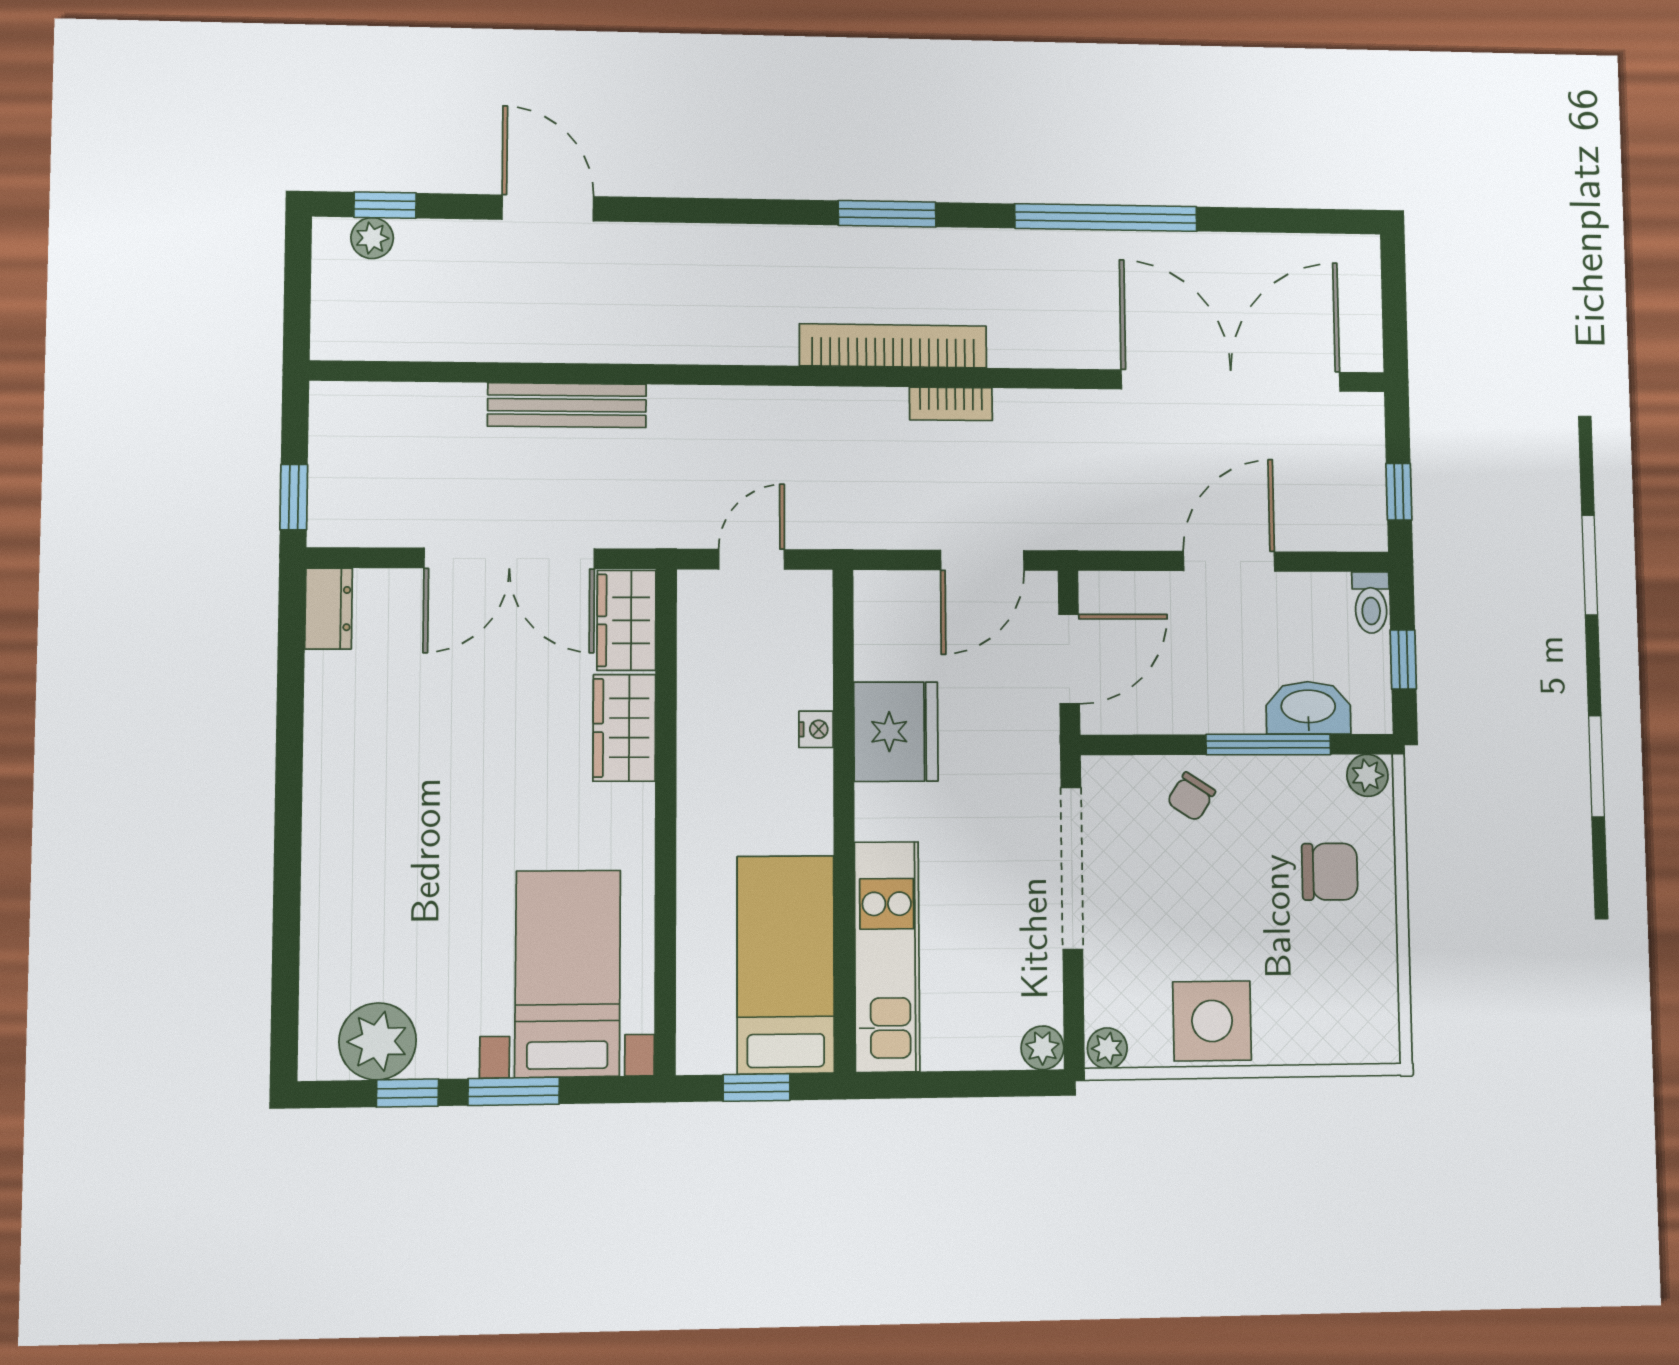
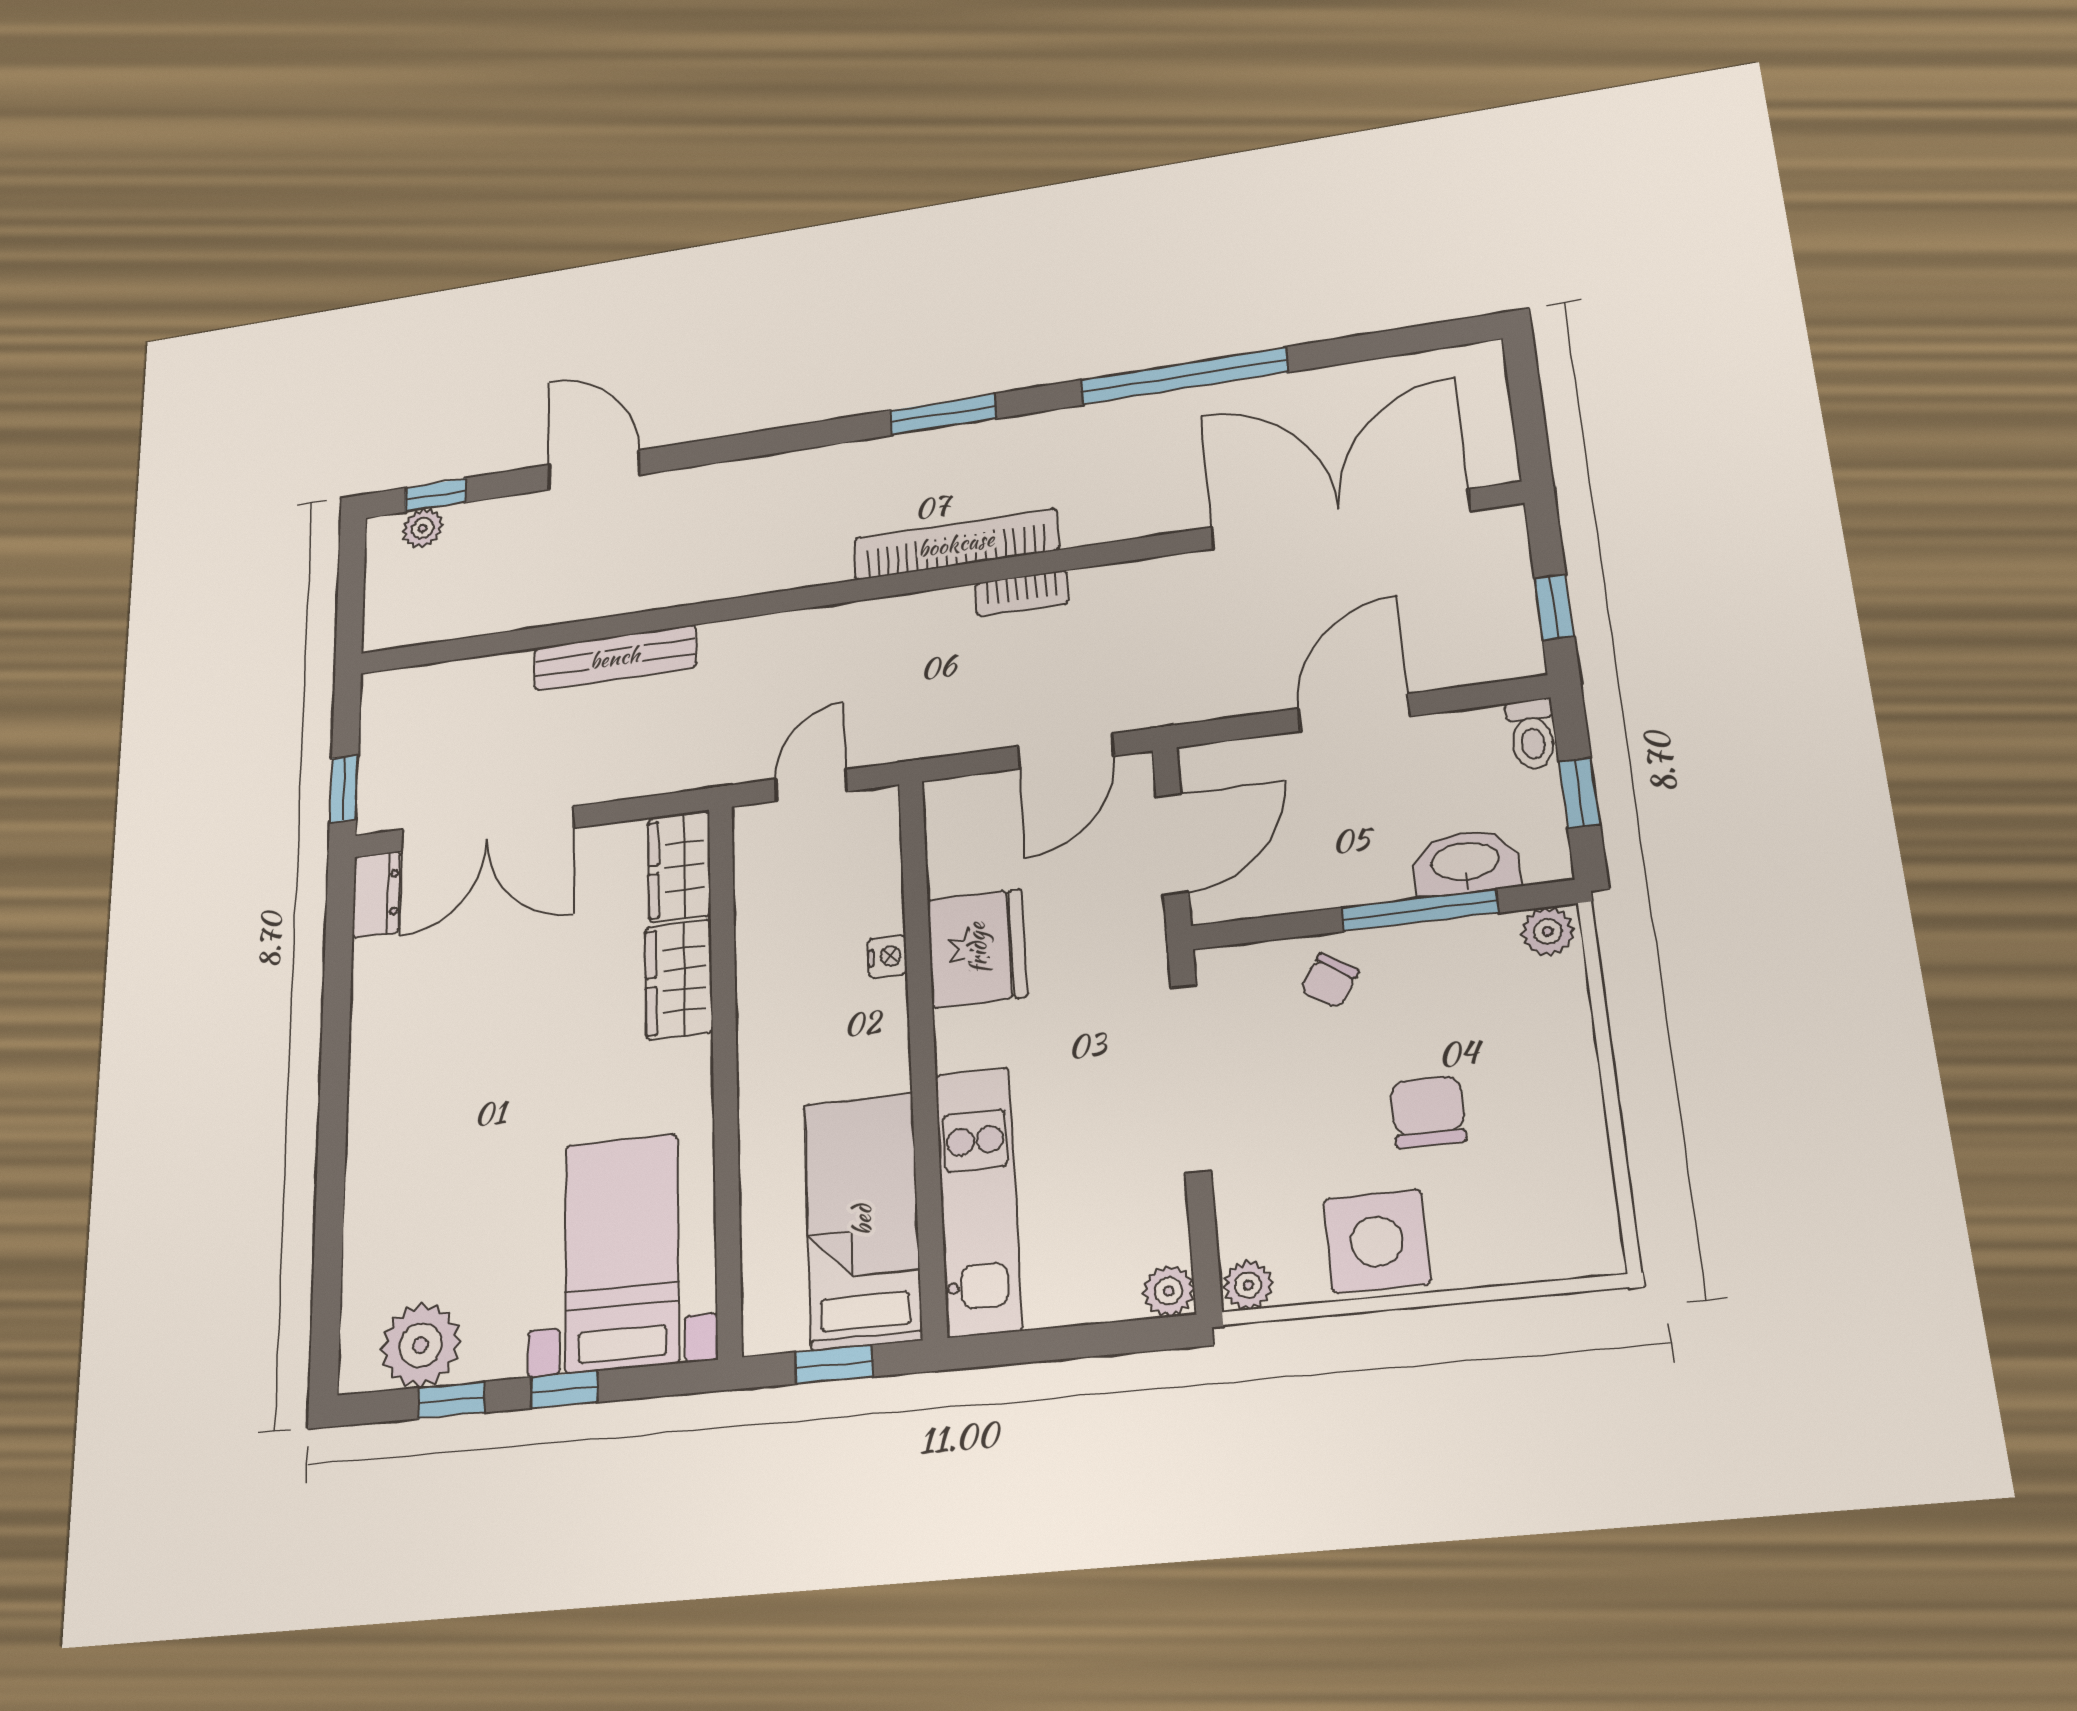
double door: (509, 558) -> (487, 829), moved
chair: (1330, 872) -> (1428, 1112), moved, turned -90
window: (514, 1091) -> (564, 1390), width x0.67

